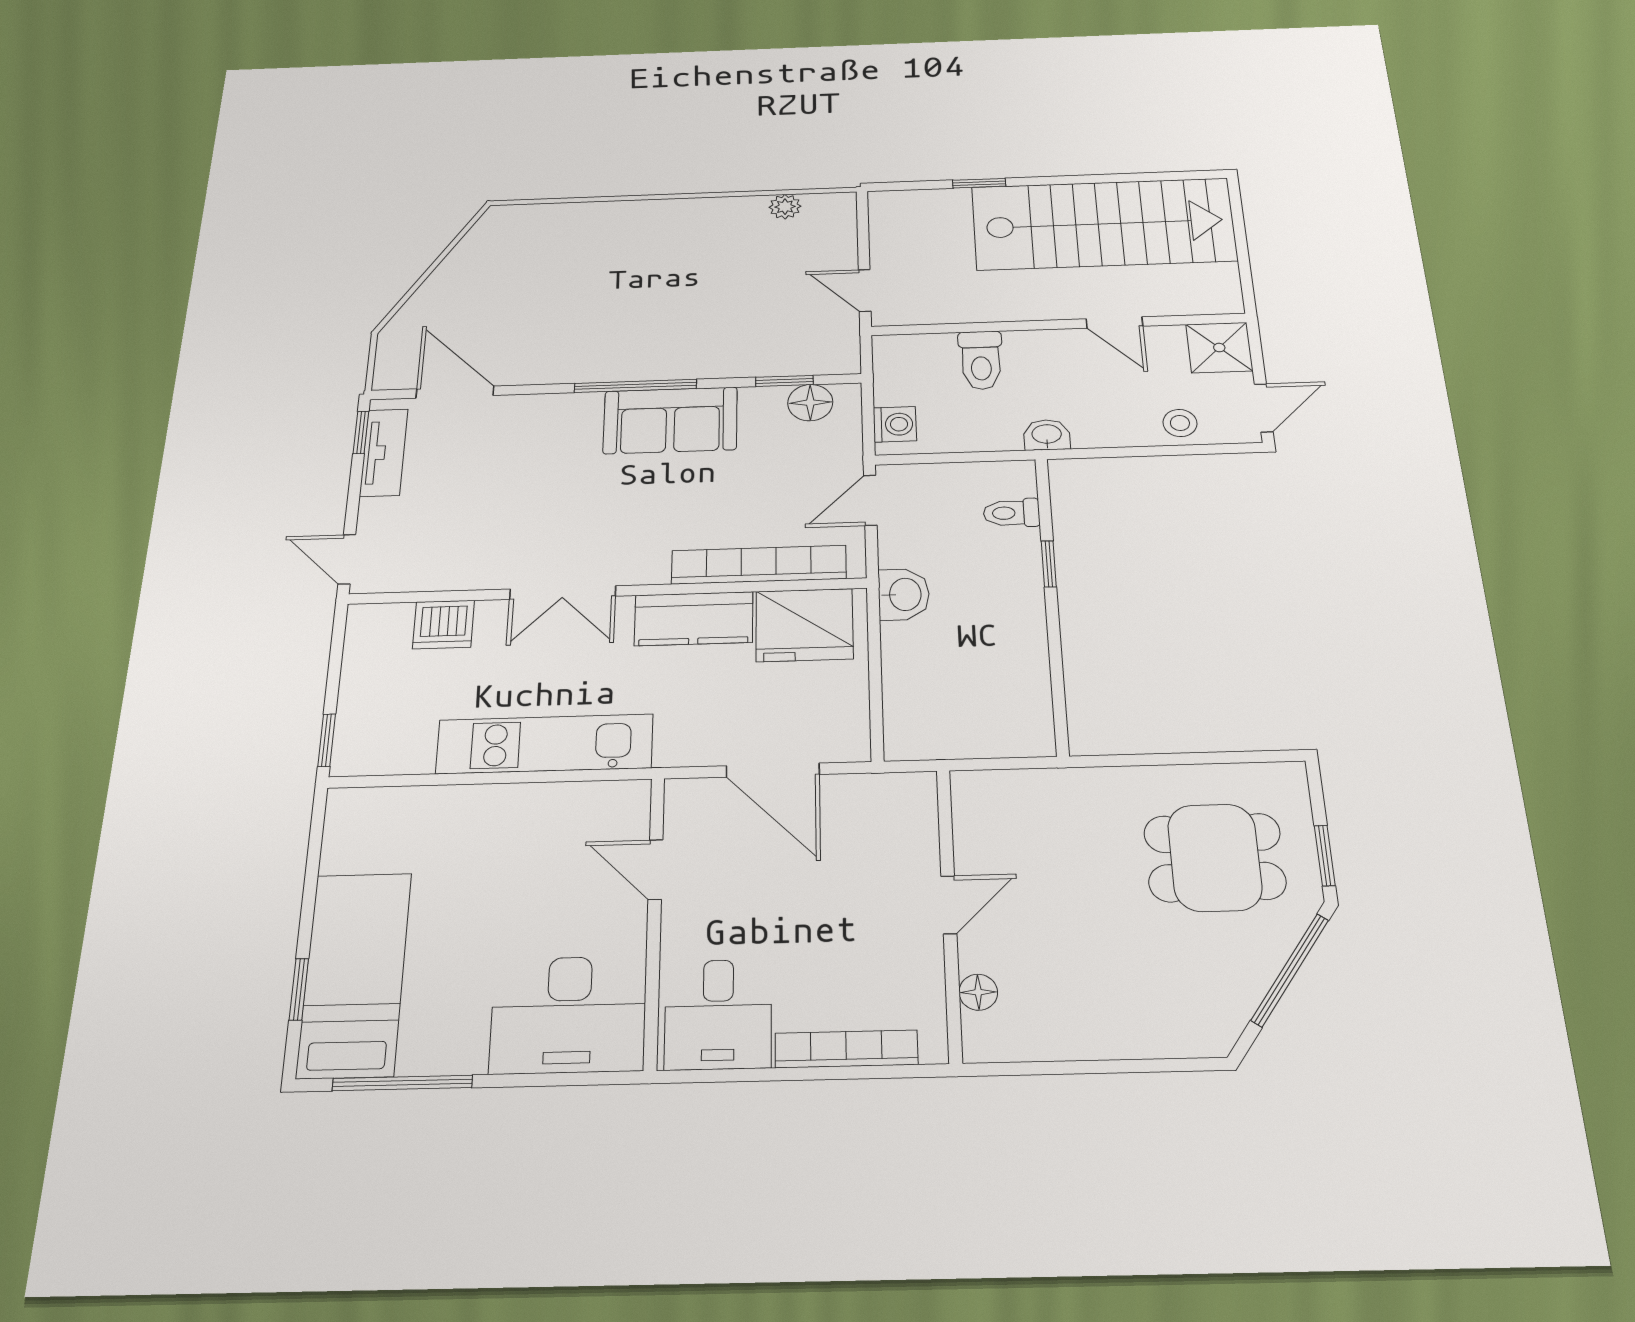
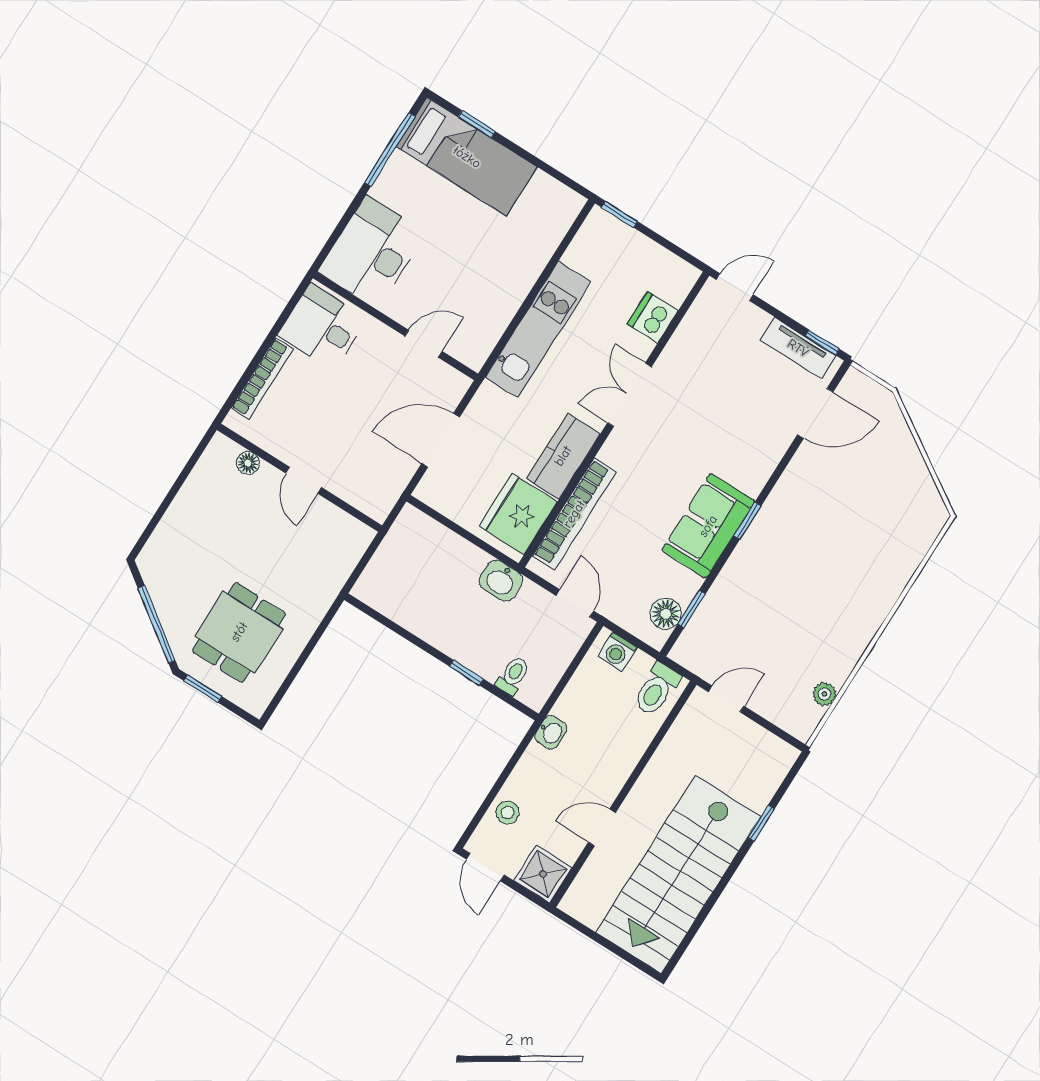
toilet: (981, 360) -> (656, 689), moved, turned -90
window: (635, 386) -> (747, 521), width x0.46

